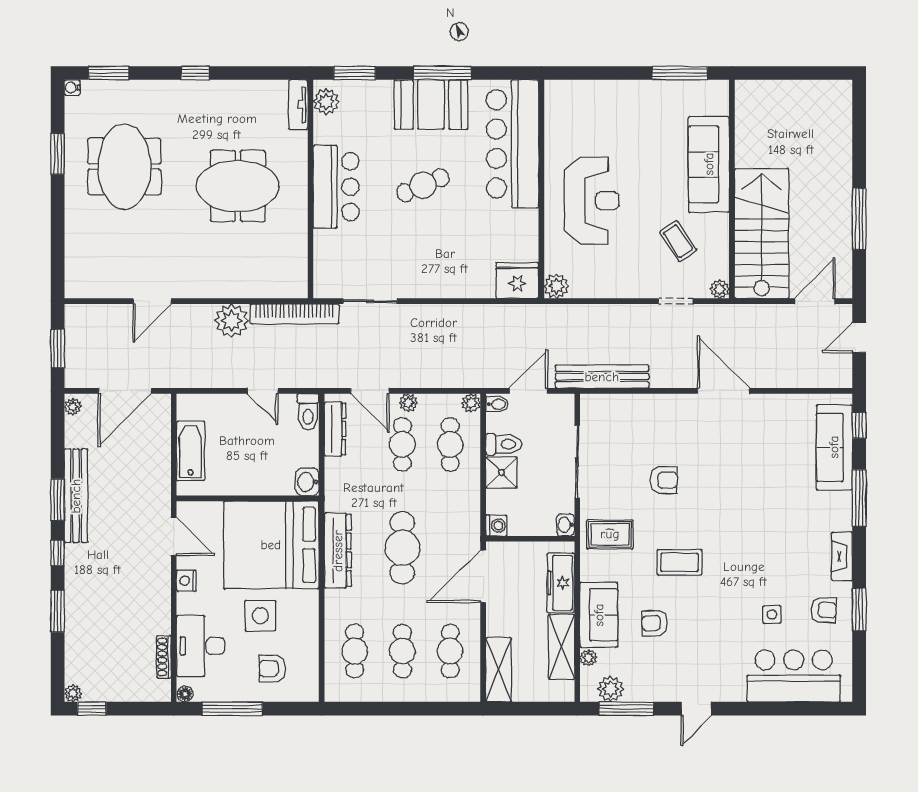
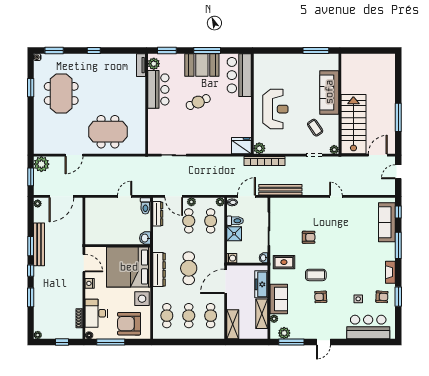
bar counter: (513, 144) -> (239, 75), width x0.73
meeting table: (238, 186) -> (108, 132), moved
bar counter: (336, 187) -> (158, 89), moved
bookcase: (294, 314) -> (265, 161), moved
plant: (232, 321) -> (41, 164), moved
door: (263, 391) -> (125, 196), swing flipped
door: (724, 391) -> (336, 196), width x0.53
bathtub: (190, 451) -> (92, 224), removed
side table: (260, 616) -> (142, 299), moved
armchair: (655, 623) -> (321, 297), moved
armchair: (272, 669) -> (129, 324), width x1.88, depth x1.88
window: (92, 709) -> (62, 342), moved

